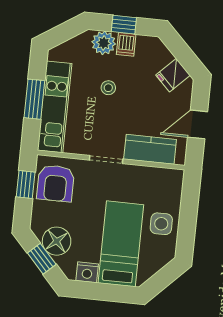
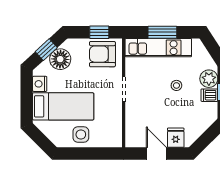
fridge: (173, 75) -> (176, 138), moved, turned 45
kitchen counter: (150, 149) -> (134, 121), removed

